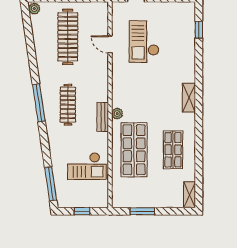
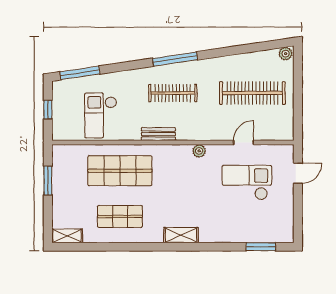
window: (199, 30) -> (261, 247), width x1.50
plant: (117, 114) -> (199, 151), moved

